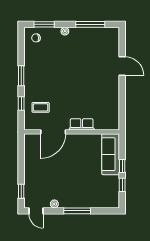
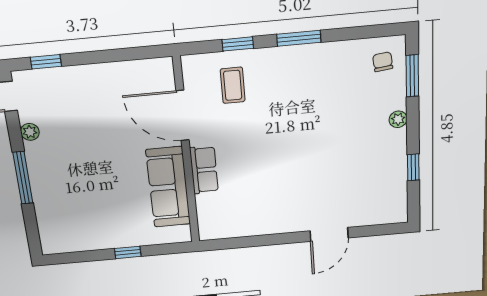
window: (90, 24) -> (413, 167), width x0.46
sofa: (111, 154) -> (168, 187), moved, turned -90
window: (122, 185) -> (90, 256), removed

